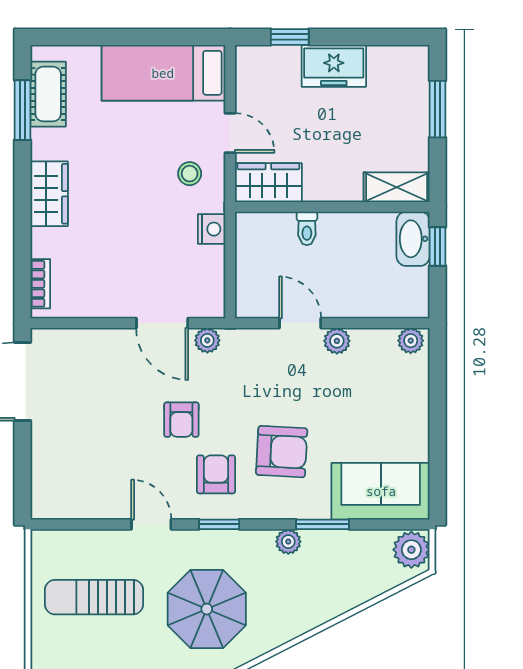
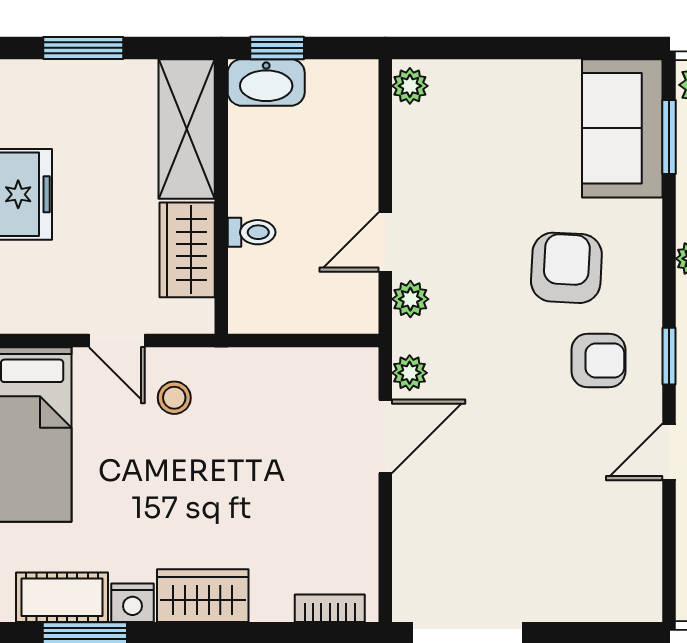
door: (230, 133) -> (117, 341), swing flipped
wardrobe: (268, 183) -> (187, 250), moved
shelving: (397, 187) -> (187, 129), width x1.50, depth x1.33
nightstand: (212, 229) -> (132, 603), moved, turned 180
plant: (337, 341) -> (410, 299), moved
armchair: (181, 420) -> (521, 409), removed
armchair: (216, 474) -> (598, 360), turned 180
window: (322, 524) -> (669, 137), moved

